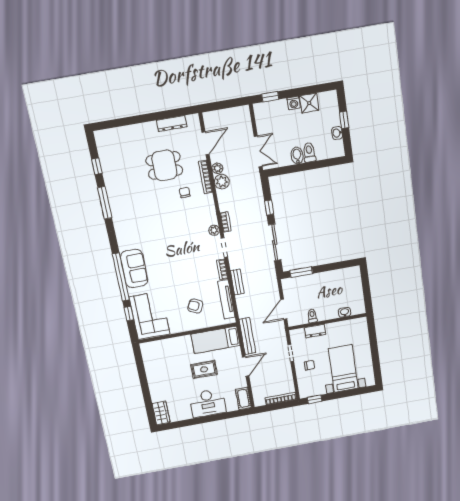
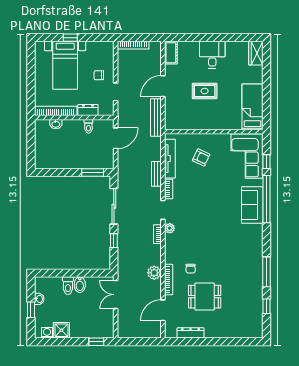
washing machine: (294, 103) -> (47, 333), moved
plant: (217, 168) -> (156, 286), removed
bookcase: (346, 325) -> (56, 111), added
bed: (216, 340) -> (253, 107), moved, turned -90
window: (315, 399) -> (70, 38), moved
desk: (208, 403) -> (212, 55), width x0.73

